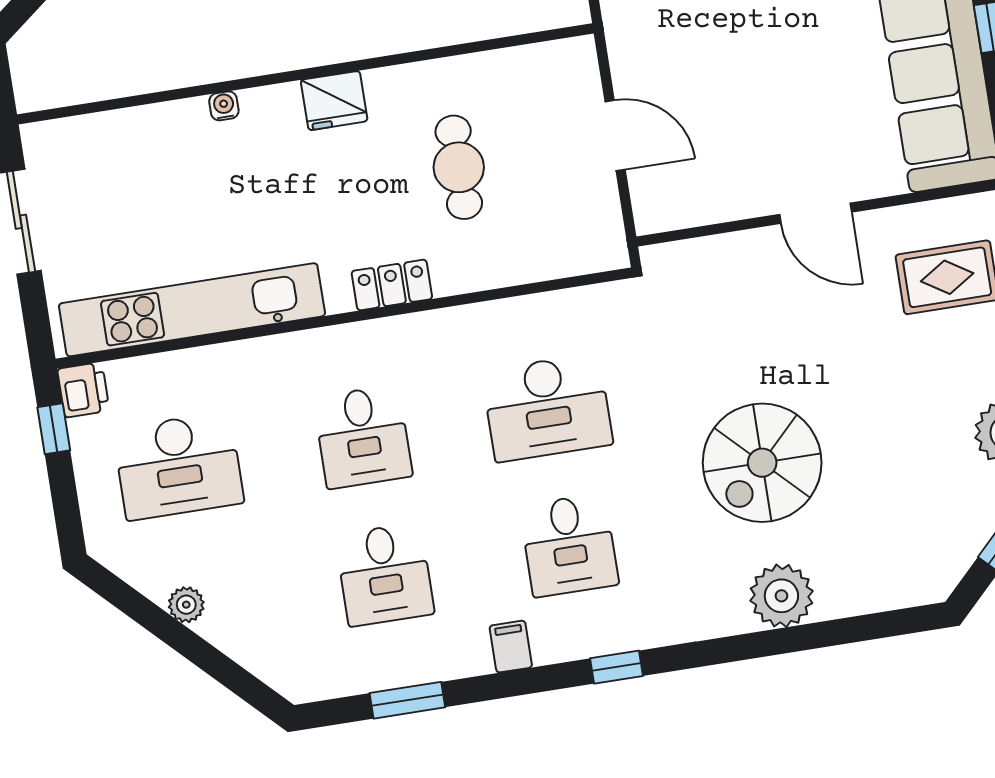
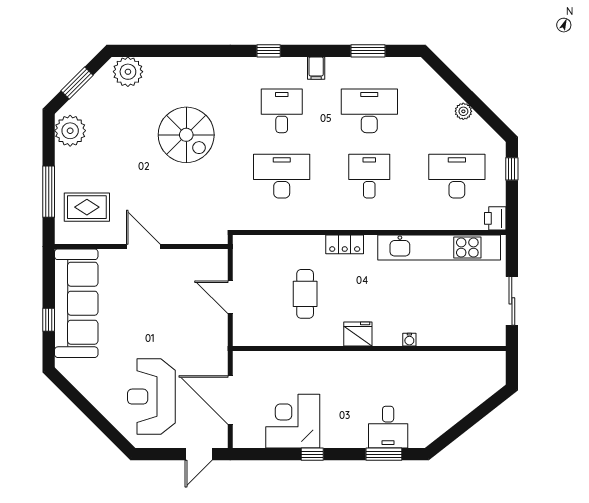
window: (54, 429) -> (512, 169), moved
spiral stairs: (762, 463) -> (186, 135), turned 90
desk: (385, 574) -> (369, 111), width x1.37
plant: (781, 596) -> (128, 72), moved

